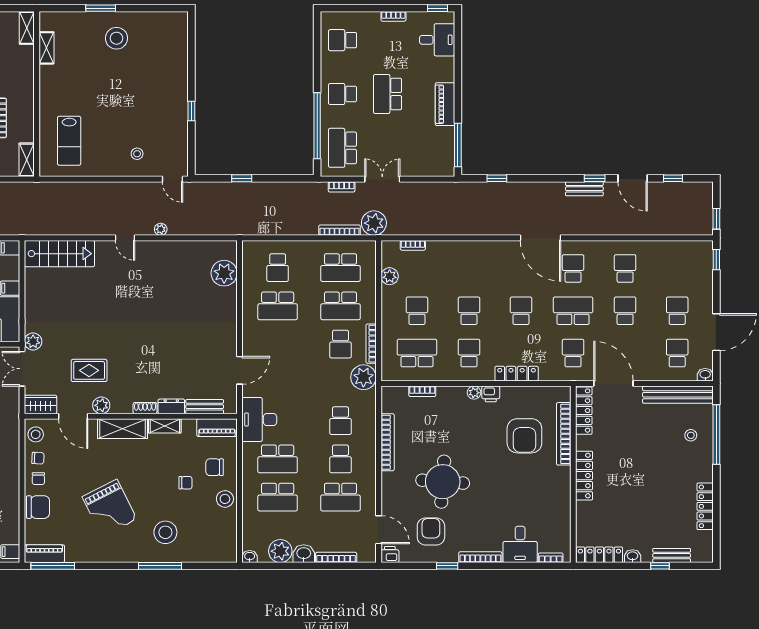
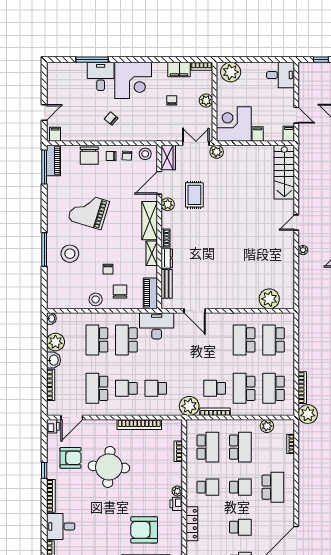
school desk: (278, 268) -> (274, 340), width x1.85
school desk: (469, 268) -> (273, 487), added
school desk: (417, 311) -> (240, 447), width x1.85
grand piano: (110, 508) -> (89, 211), turned 44

